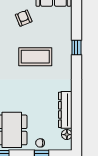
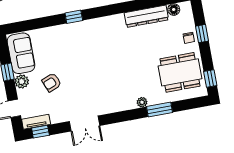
coffee table: (35, 57) -> (93, 61), removed

